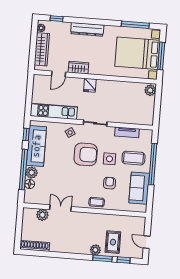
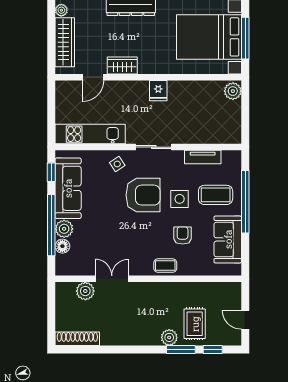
fridge: (90, 85) -> (158, 91), moved

